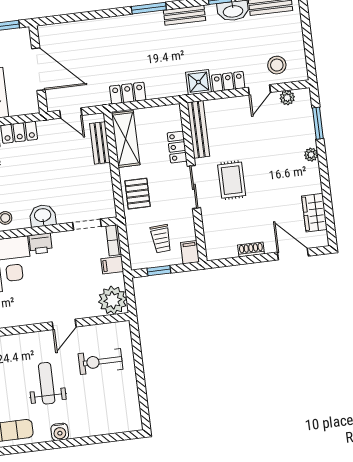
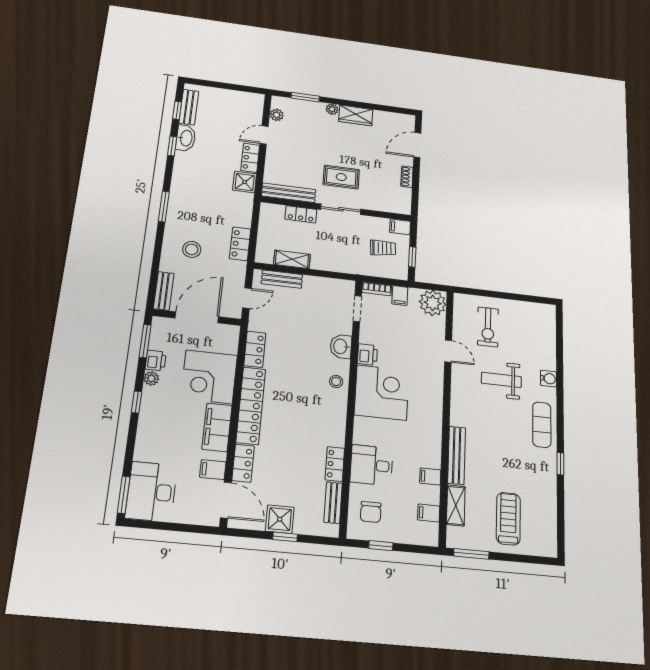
bench: (184, 15) -> (164, 291), moved
stool: (277, 65) -> (192, 249), moved
door: (259, 90) -> (264, 135), swing flipped
shelving: (126, 139) -> (292, 259), width x0.67, depth x0.75
pallet: (138, 194) -> (337, 258), removed
wardrobe: (314, 213) -> (356, 115), moved

